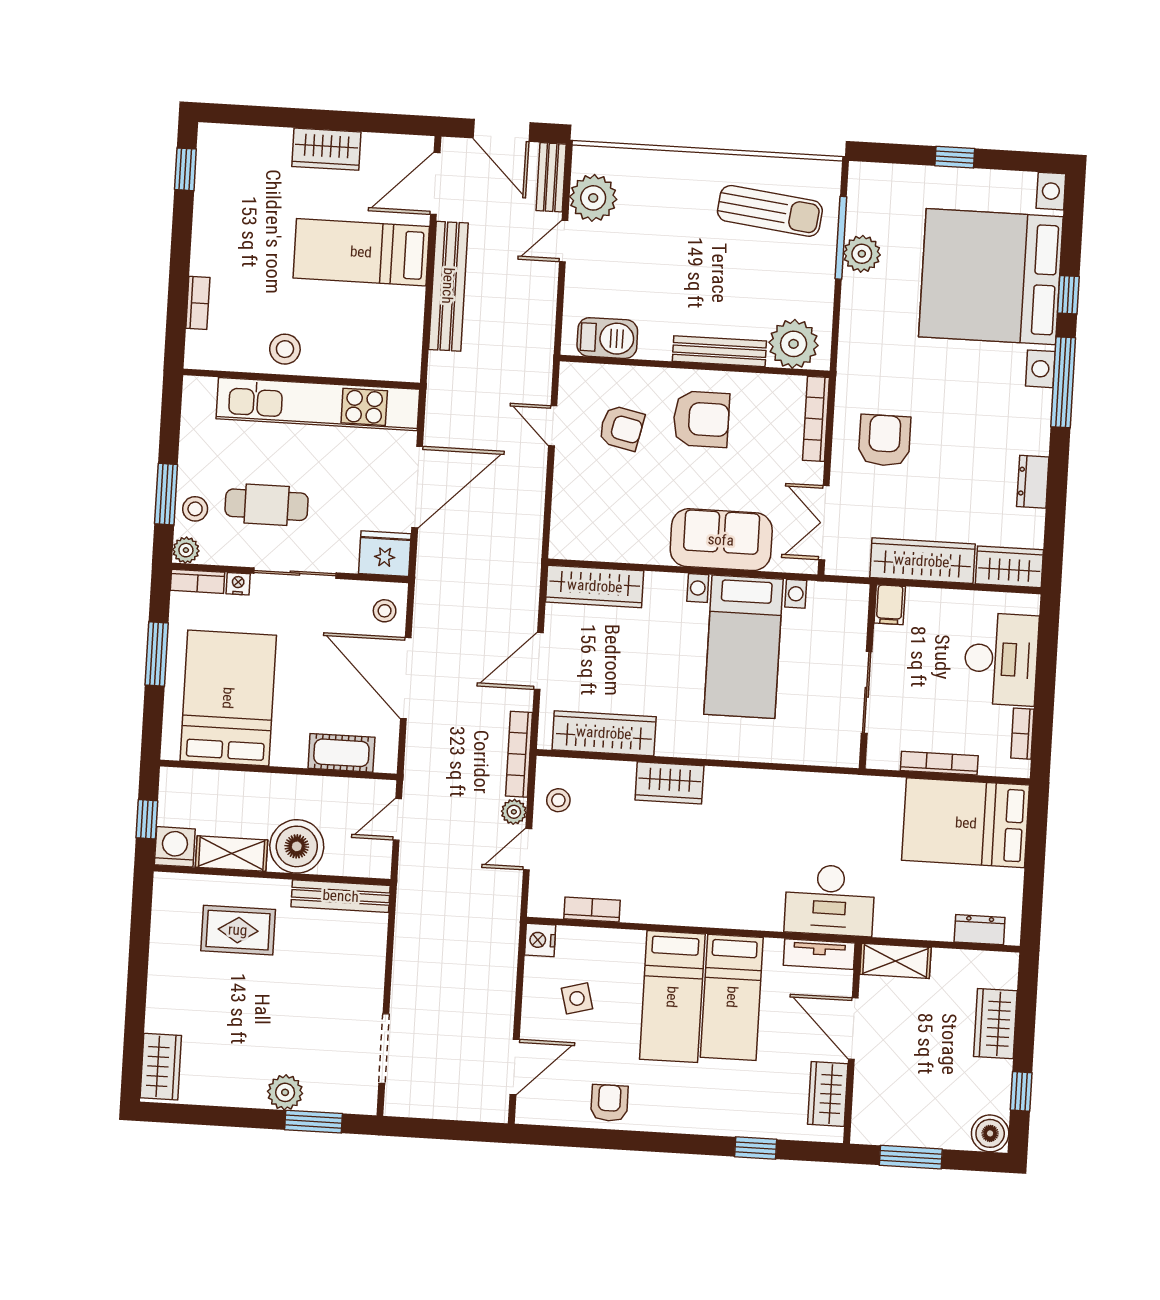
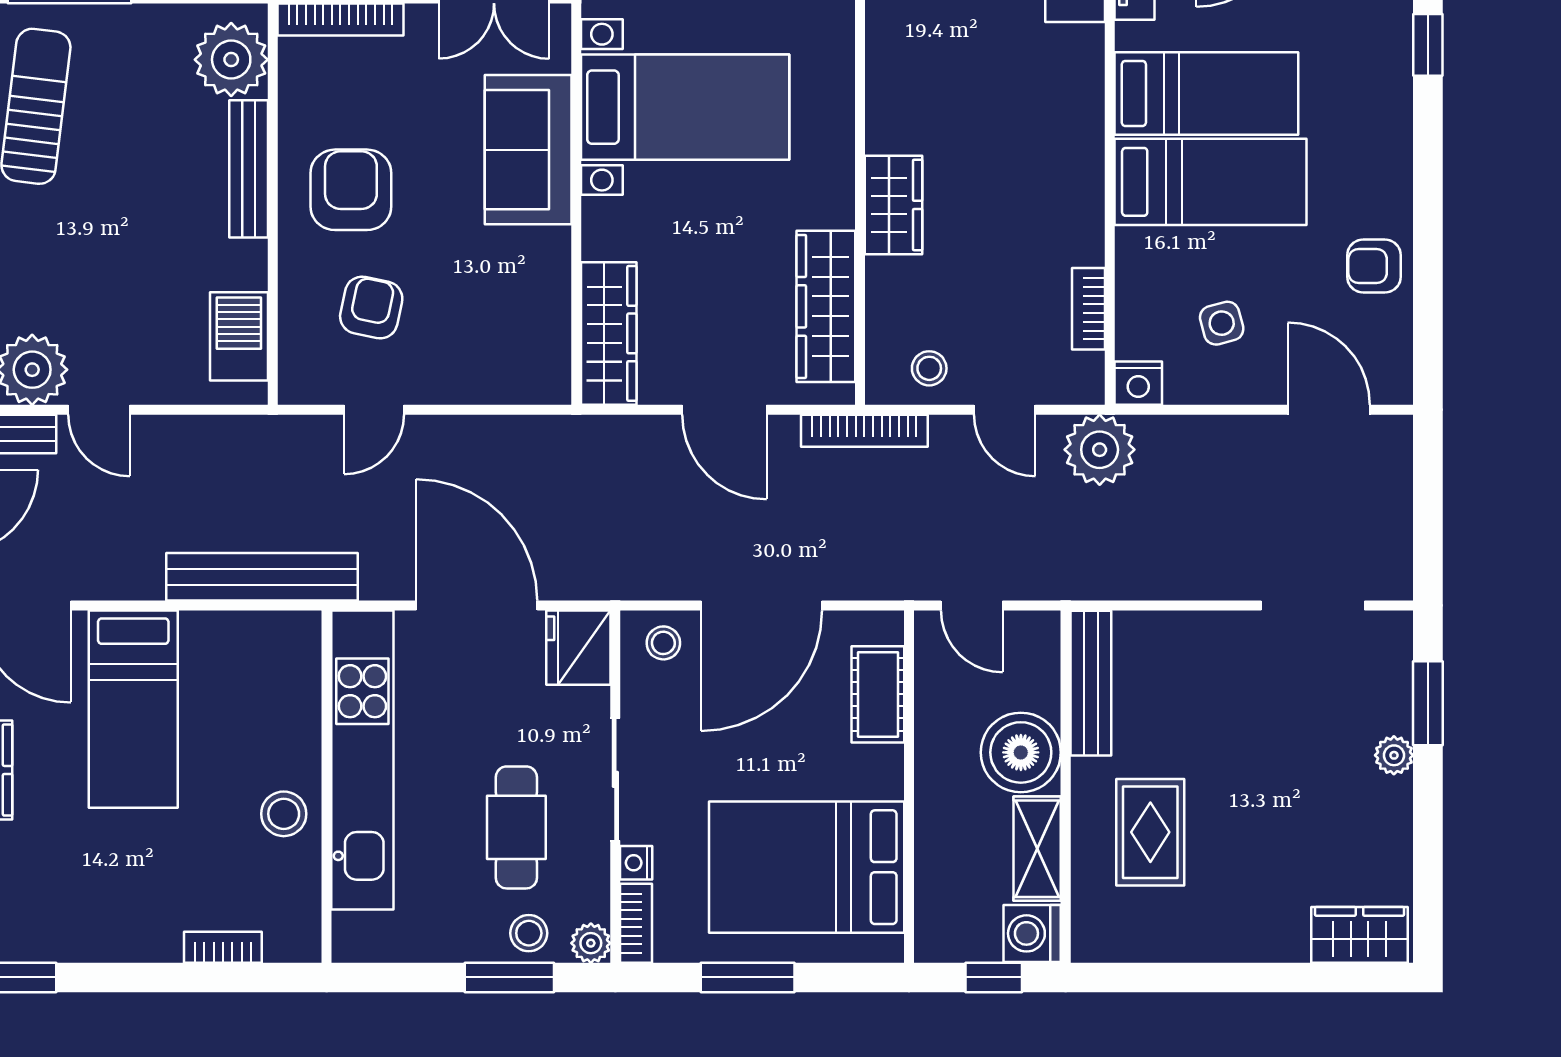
bench: (448, 286) -> (262, 577), moved
plant: (514, 812) -> (1100, 450), moved, width x1.88, depth x1.88
plant: (285, 1092) -> (1394, 755), width x0.73, depth x0.73

